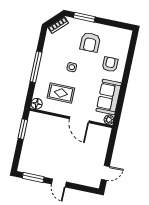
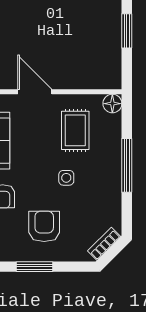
window: (84, 17) -> (35, 267), moved
rug: (61, 93) -> (75, 130), turned 90
window: (23, 129) -> (127, 31), moved

